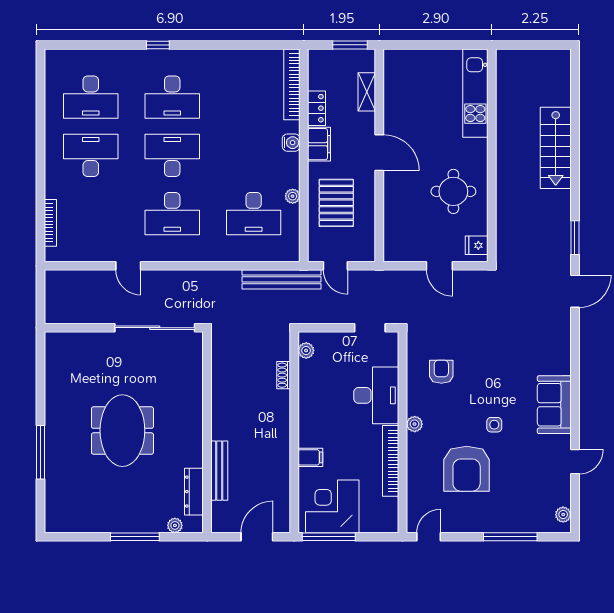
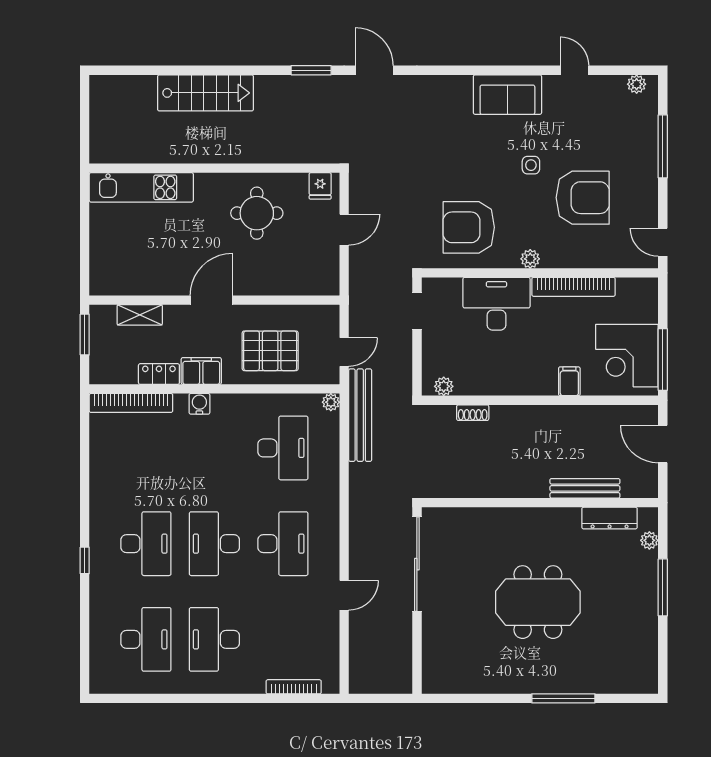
plant: (293, 196) -> (331, 402), moved
armchair: (441, 372) -> (469, 227), width x1.88, depth x1.88

